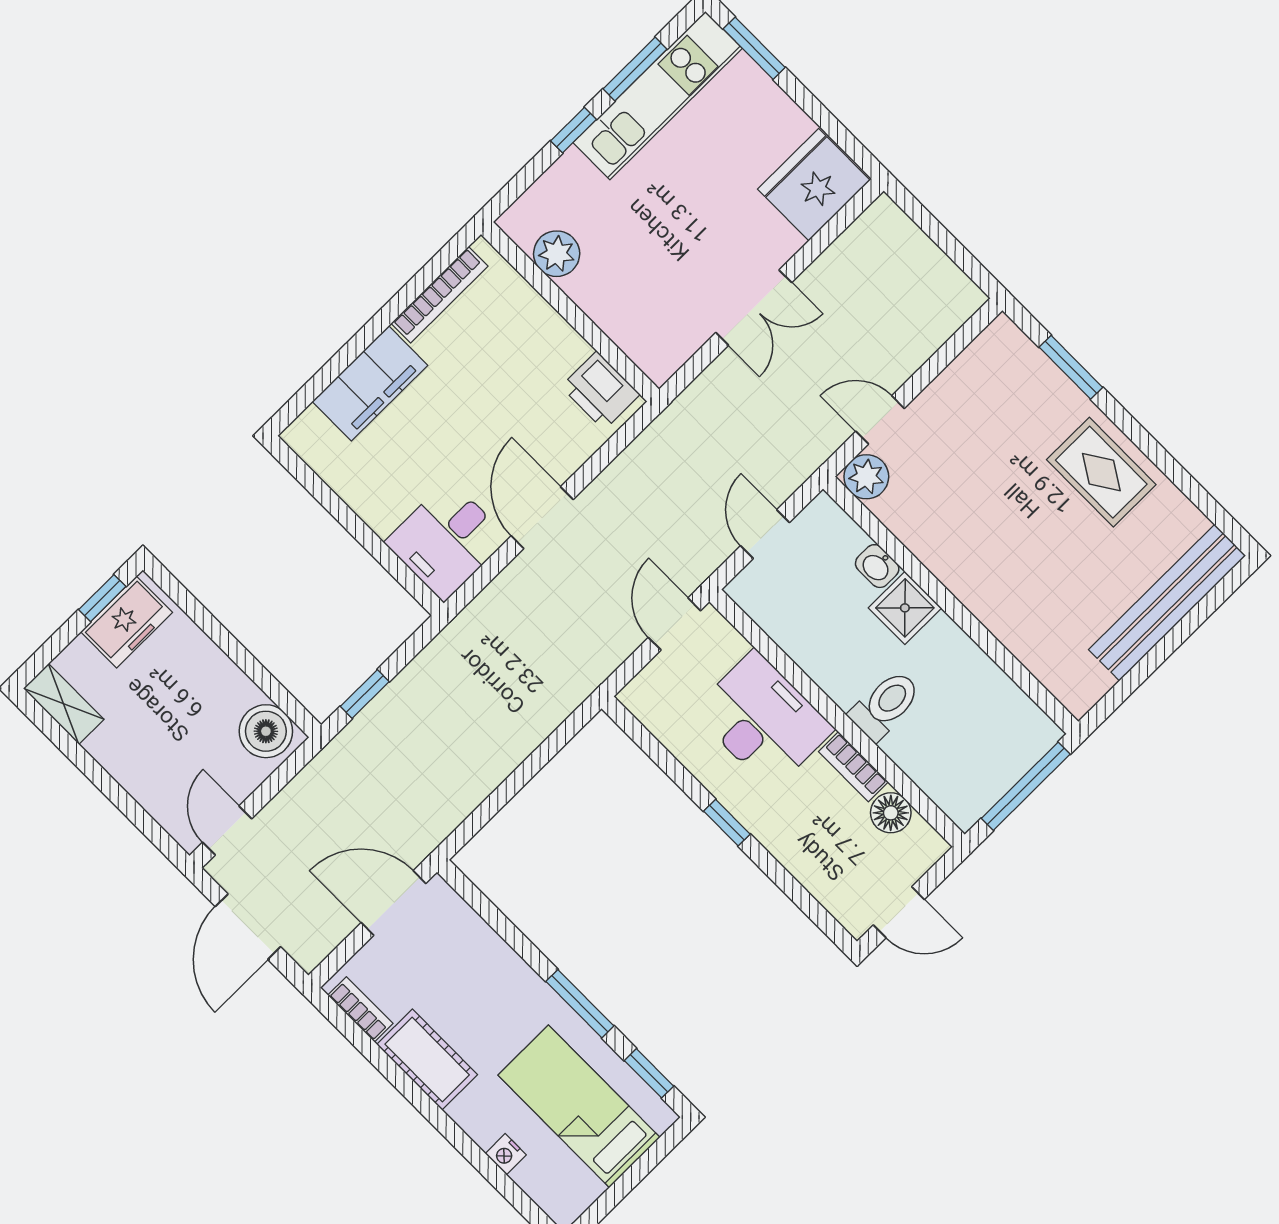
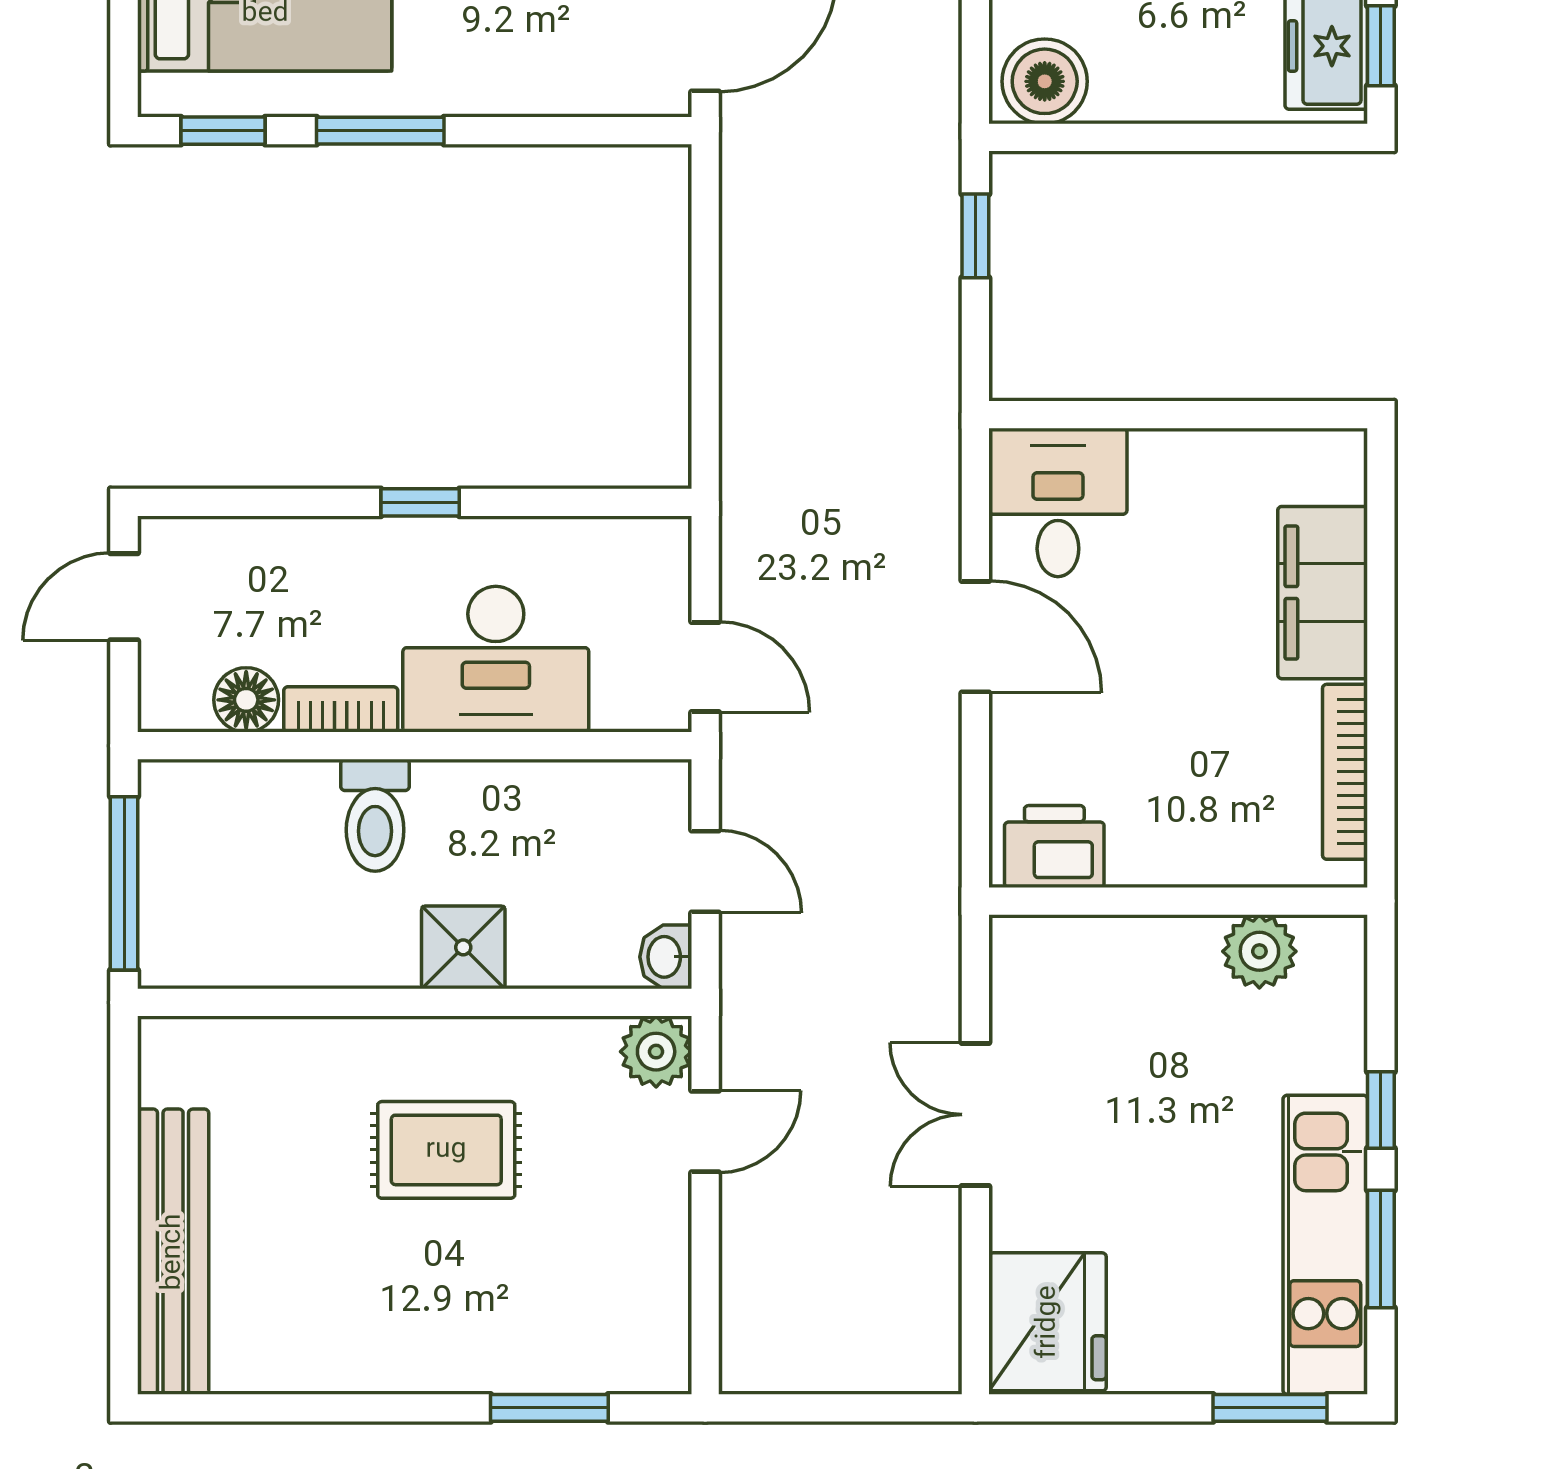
rug: (1101, 472) -> (446, 1150), moved
washbasin: (877, 566) -> (666, 957), moved, turned -90

